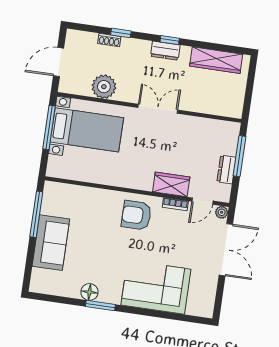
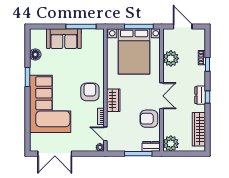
plant: (231, 105) -> (171, 144), added
bed with nightstands: (87, 130) -> (134, 51), width x1.36
armchair: (189, 133) -> (149, 119), added
dresser: (226, 170) -> (151, 146), moved
wardrobe: (171, 184) -> (113, 100), moved
double door: (226, 250) -> (55, 154), moved
corner sofa: (156, 287) -> (50, 104), width x1.36, depth x1.36
floor lamp: (89, 292) -> (35, 55), moved

